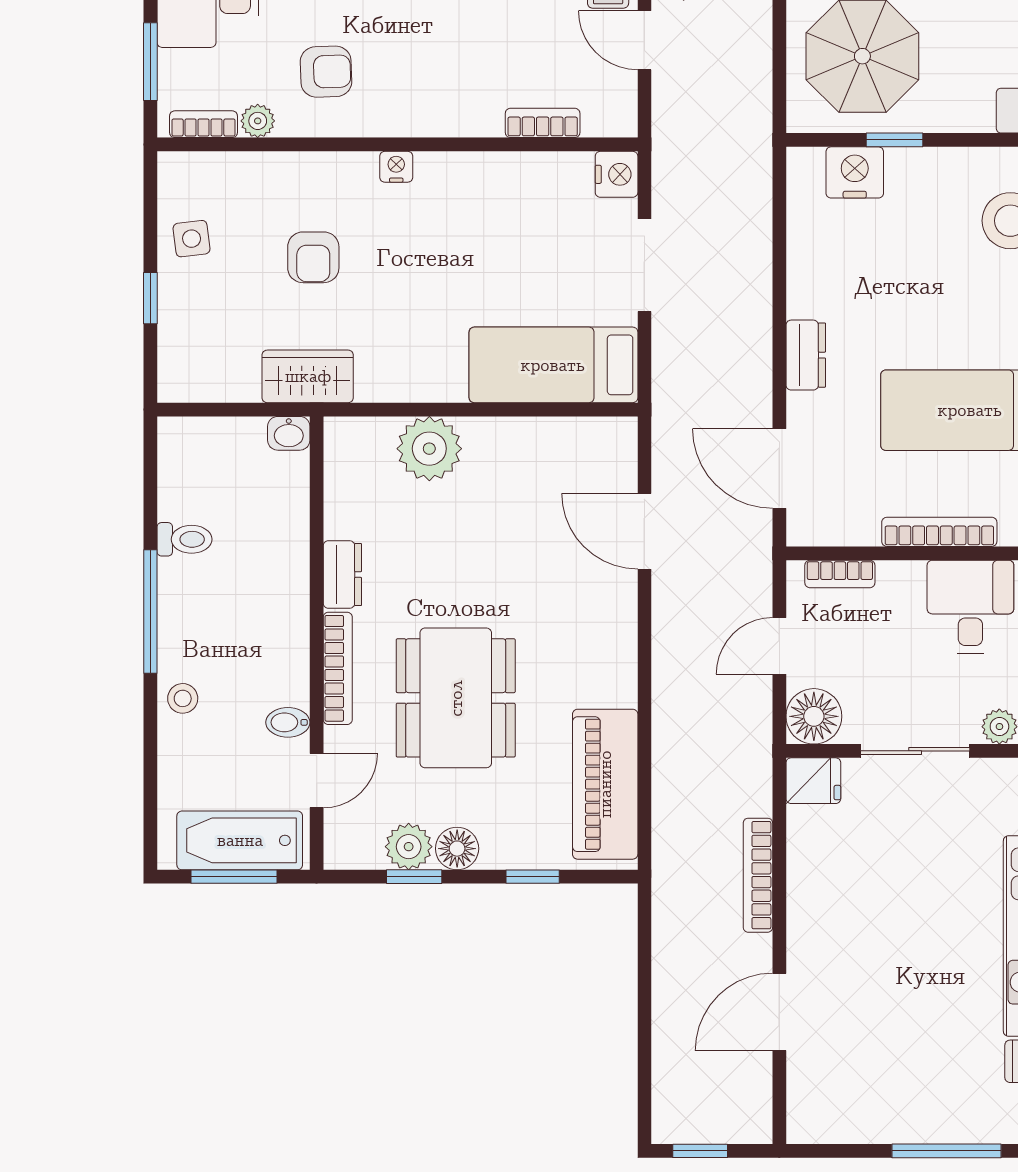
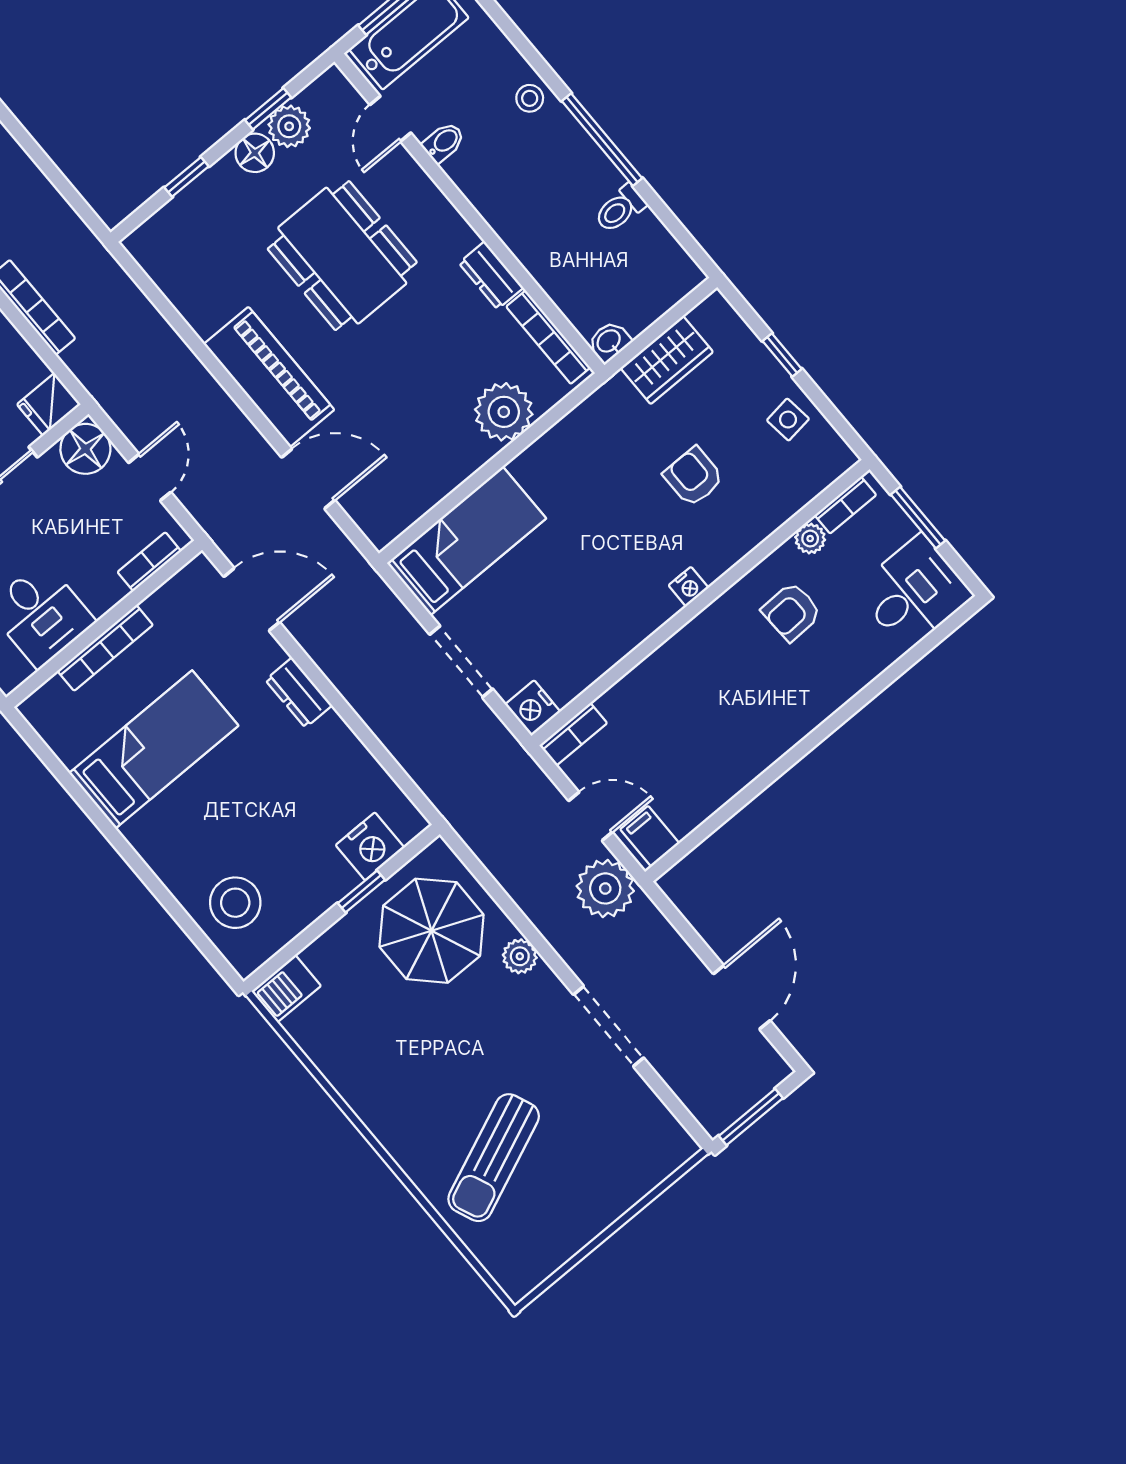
bookcase: (543, 123) -> (573, 734), moved
wardrobe: (308, 376) -> (667, 360), moved
bookcase: (338, 668) -> (548, 337), moved
piano: (605, 784) -> (269, 377), moved

